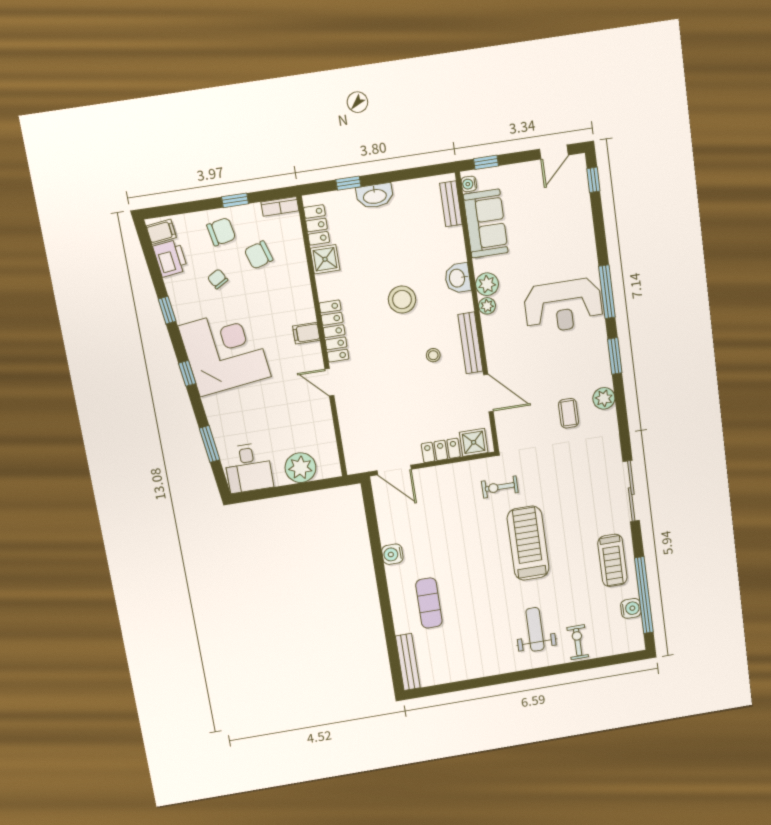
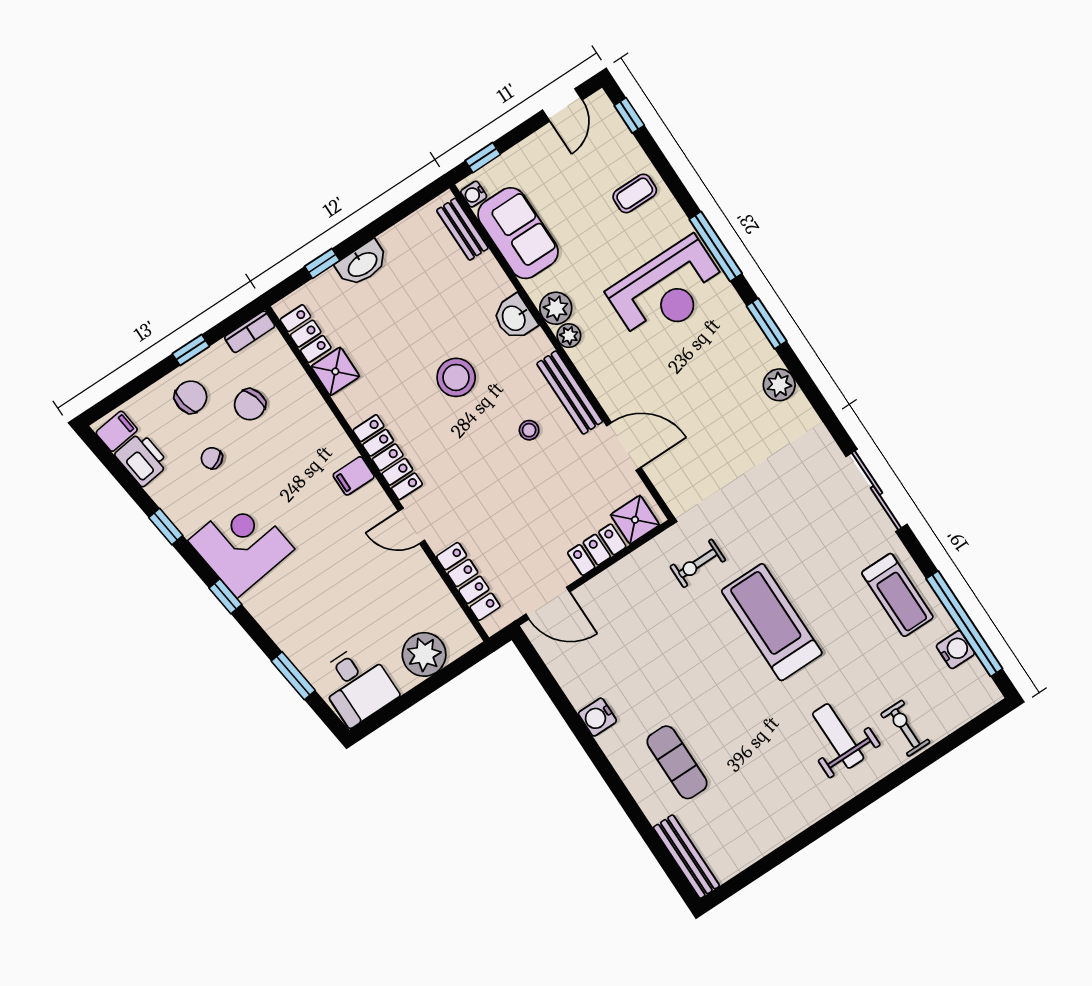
corner desk: (225, 351) -> (241, 545), width x0.74, depth x0.74
coffee table: (569, 413) -> (635, 193), moved, turned 90
locker: (350, 434) -> (468, 581), added

